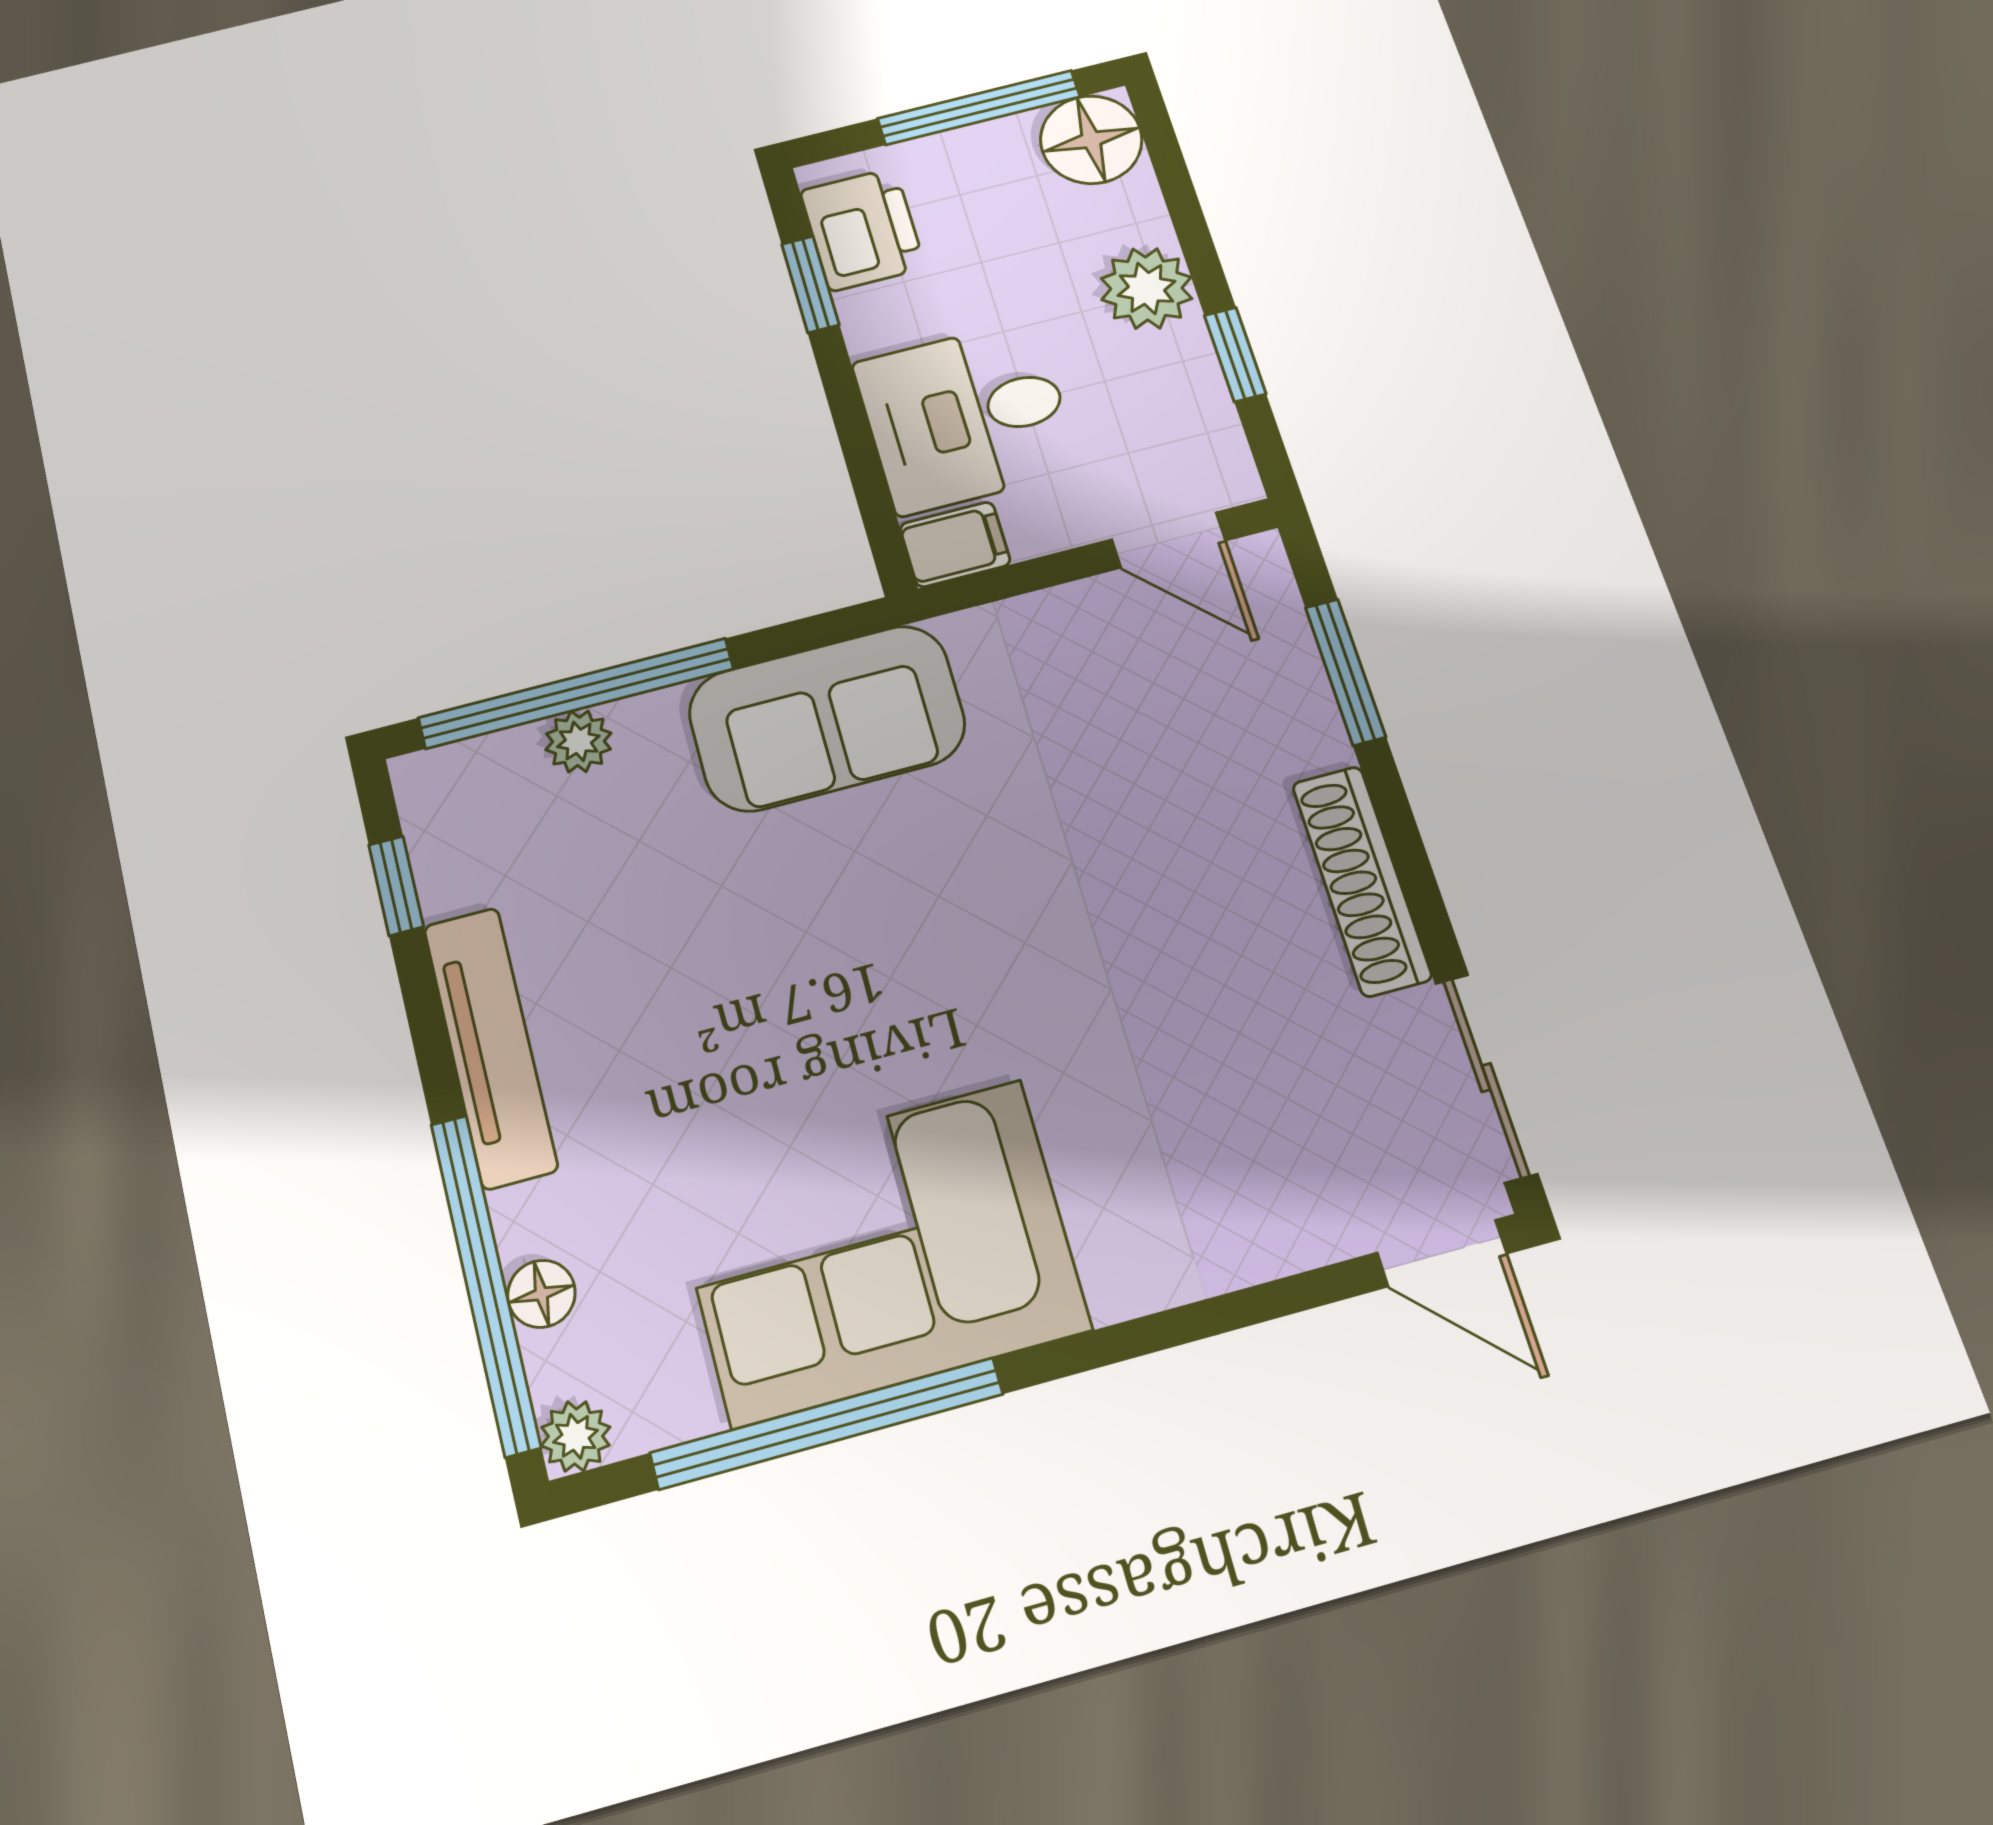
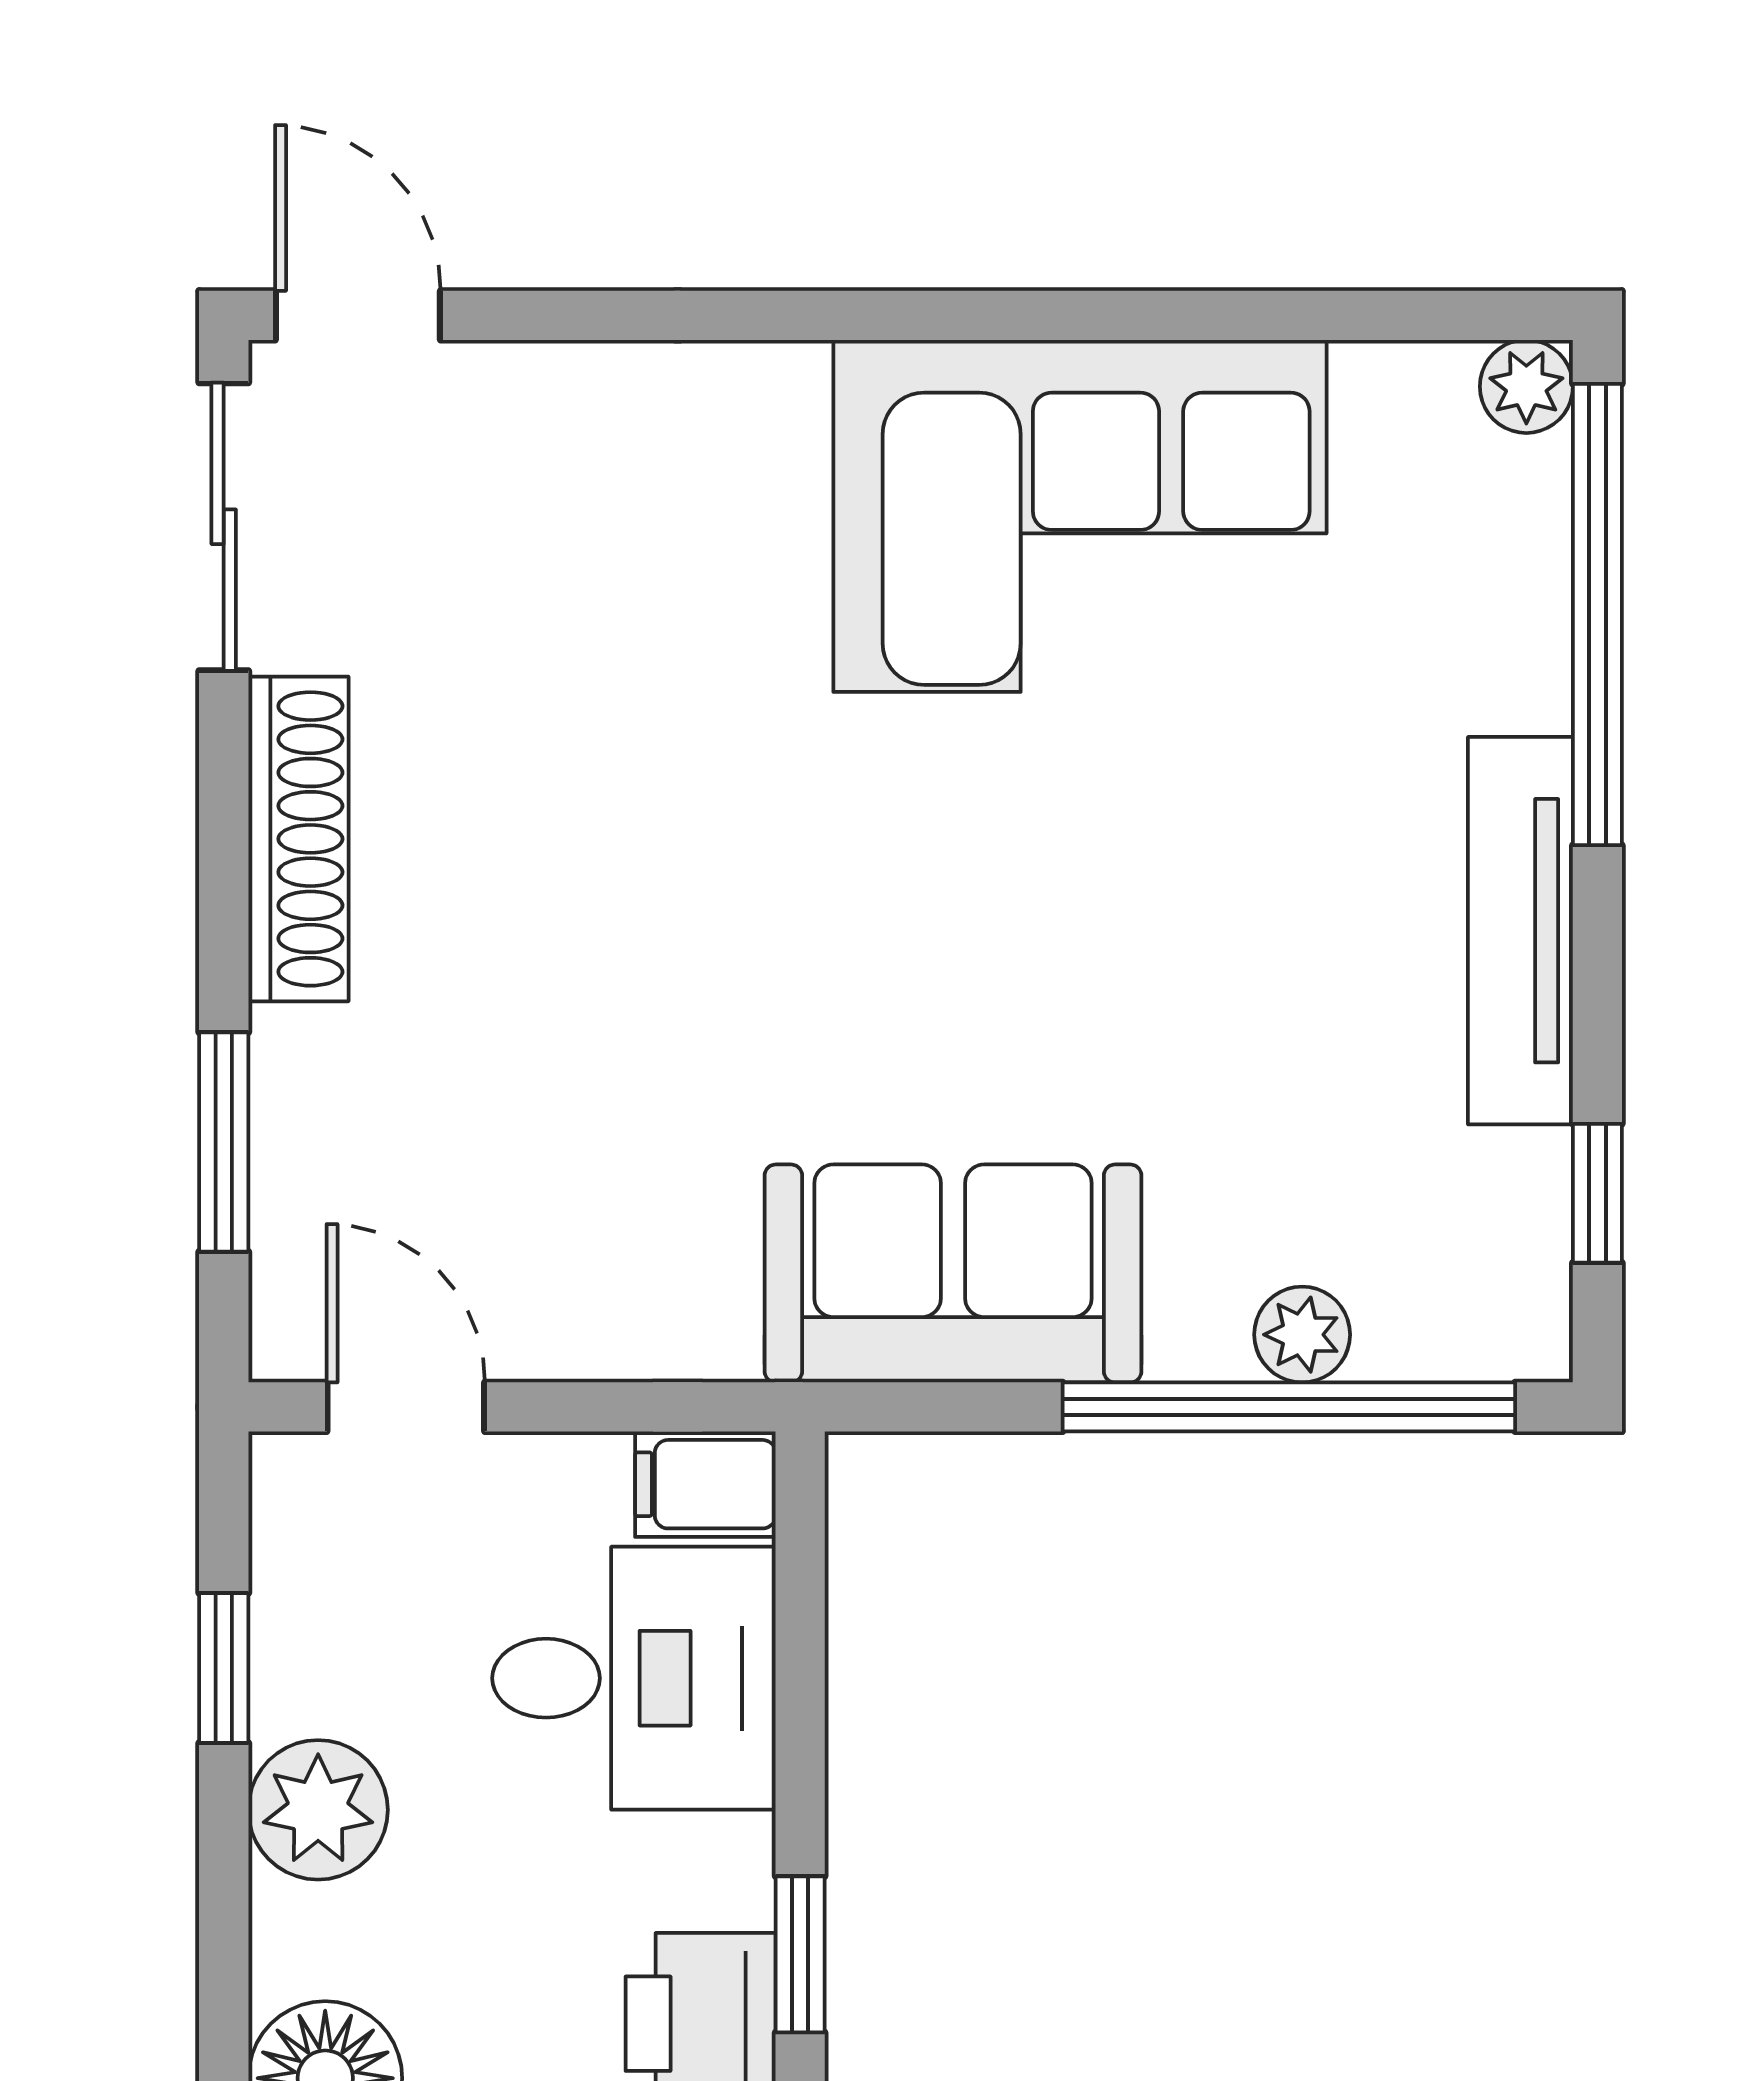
floor lamp: (541, 1294) -> (1528, 581), removed
window: (827, 1424) -> (1204, 315), removed

